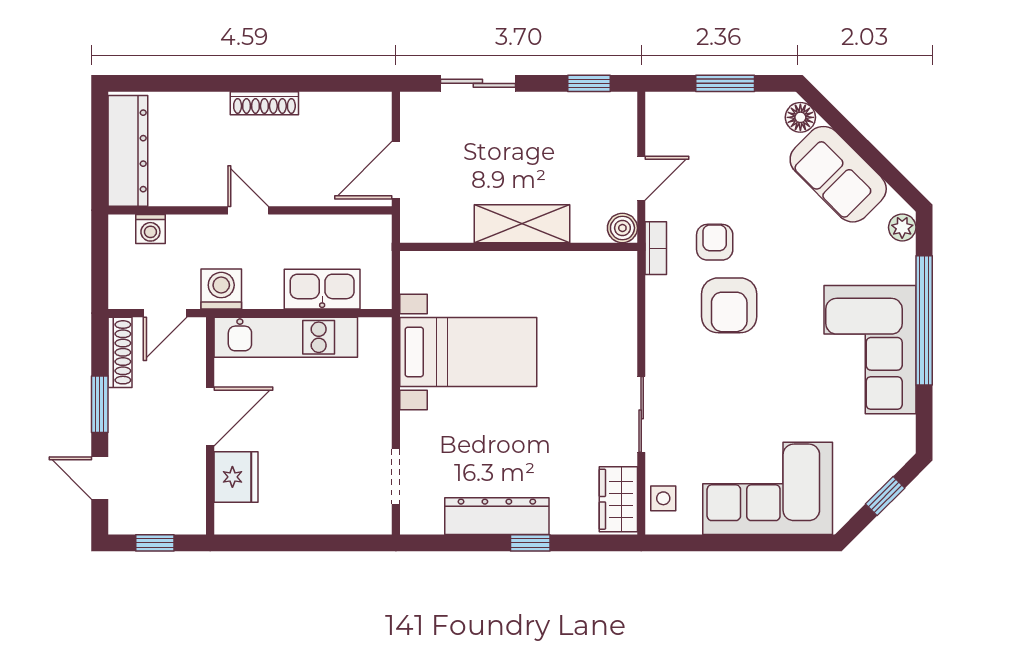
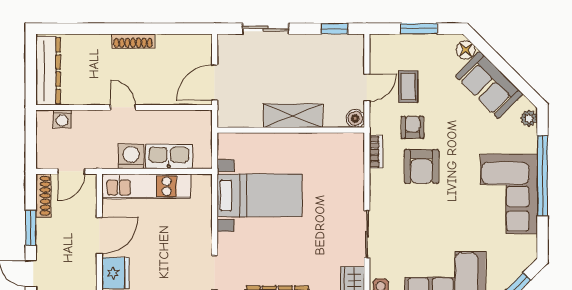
coffee table: (708, 177) -> (408, 87), added
bookcase: (656, 248) -> (376, 152), moved
washing machine: (221, 289) -> (131, 156), moved

